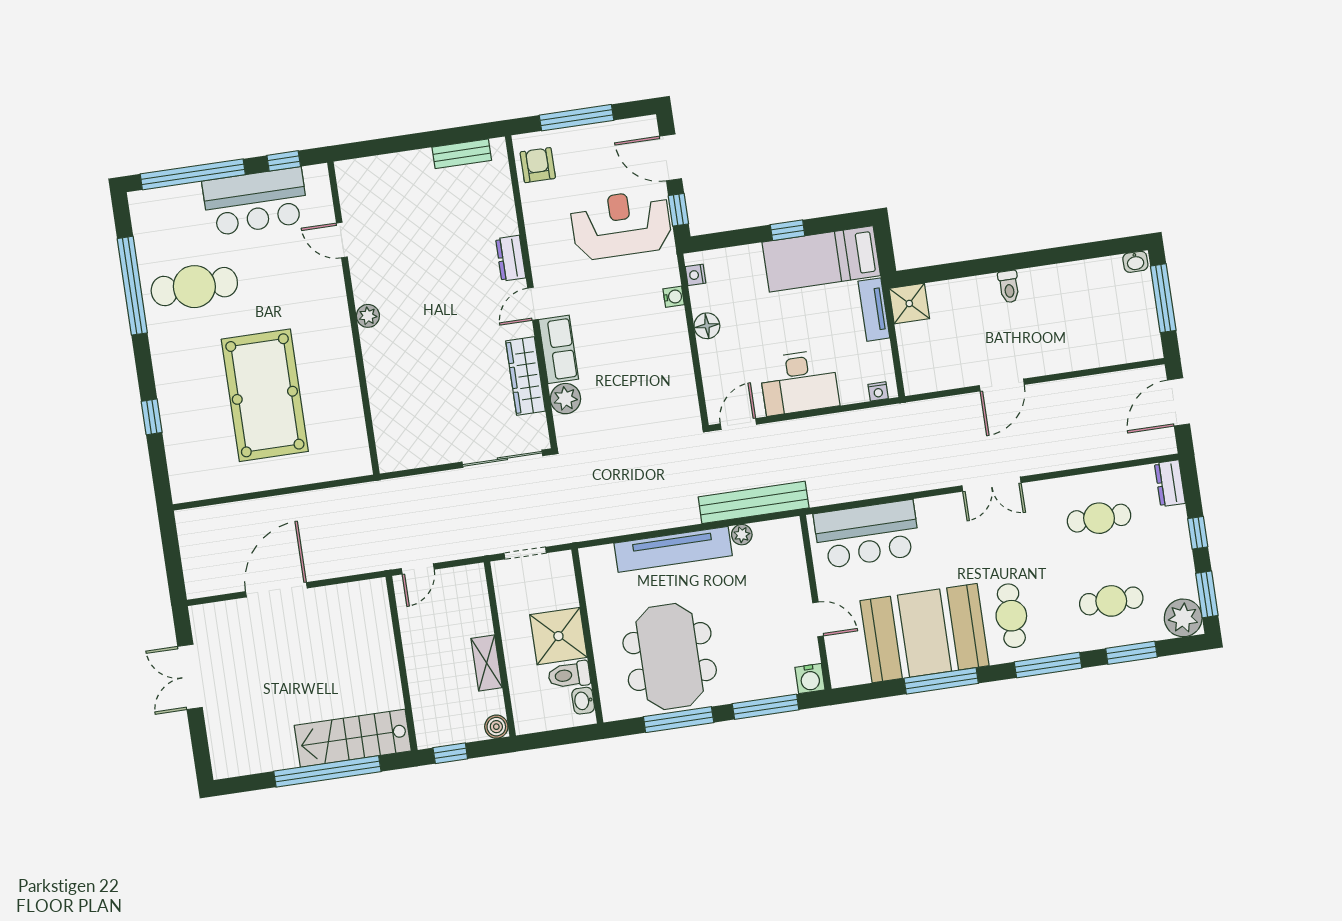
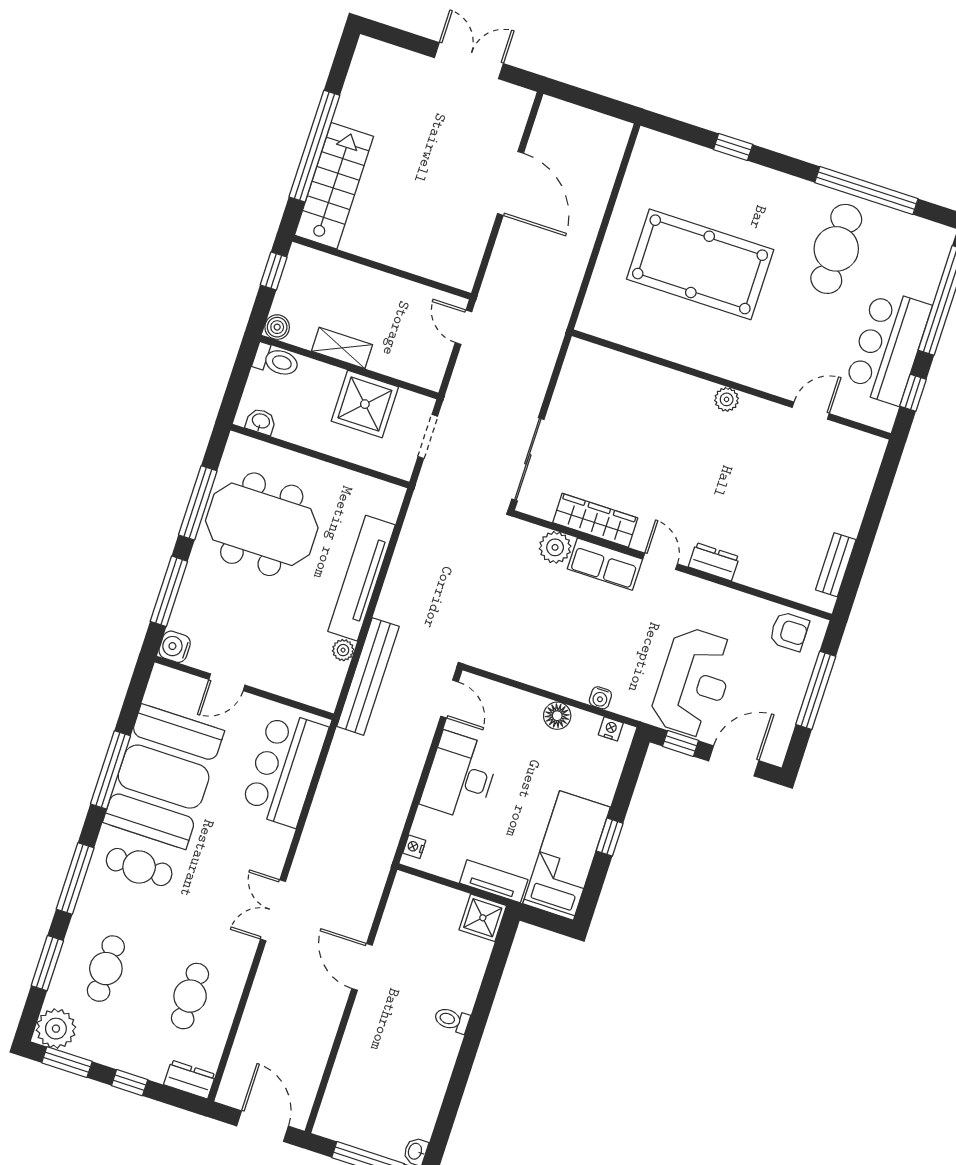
shower: (558, 636) -> (365, 404), moved
toilet: (569, 675) -> (276, 361), moved, turned 90

